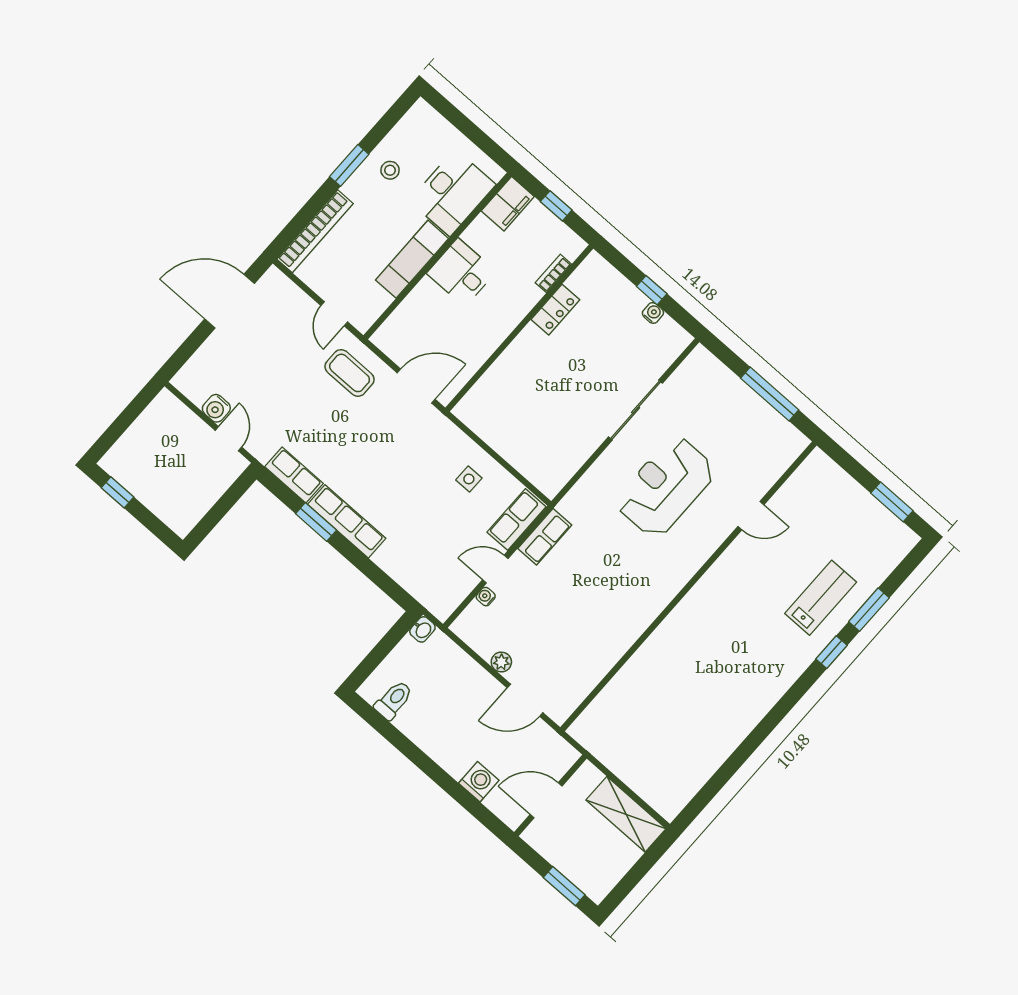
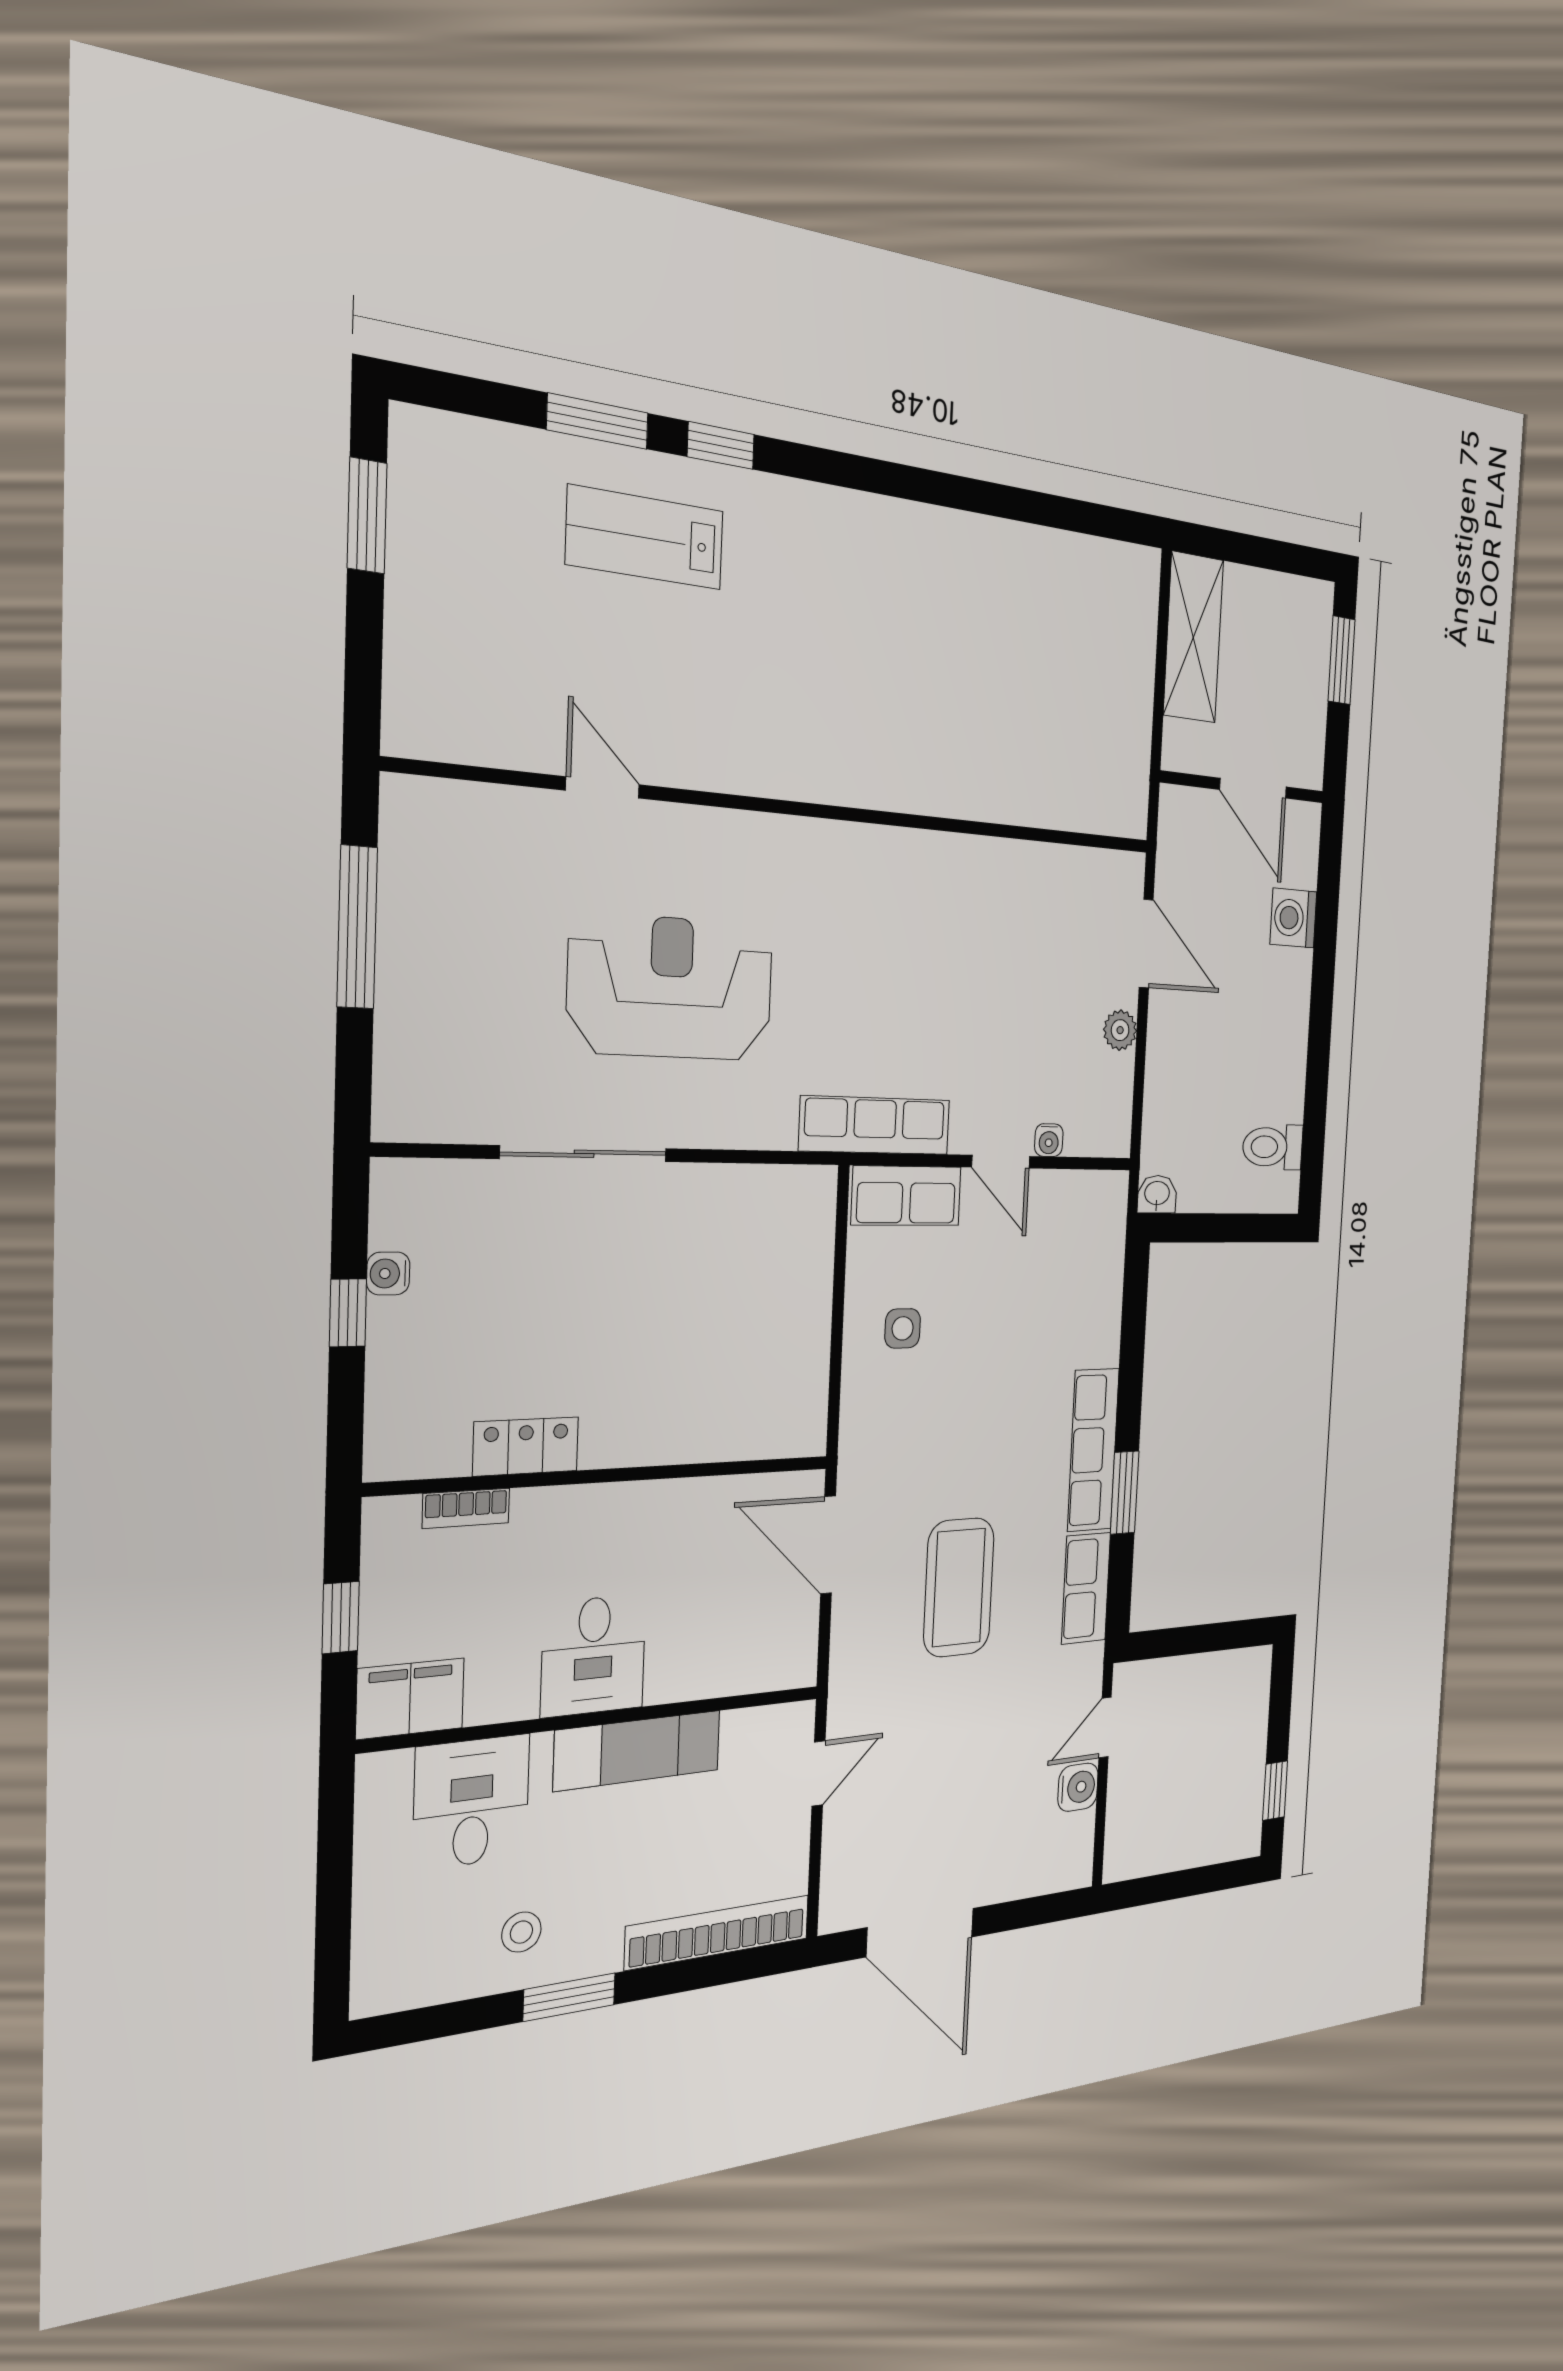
desk: (453, 193) -> (471, 1802), width x0.73
coffee table: (350, 373) -> (959, 1587), moved, width x1.36, depth x1.32
reception desk: (666, 487) -> (671, 988), turned 180
row of seats: (545, 537) -> (875, 1125), width x1.48

